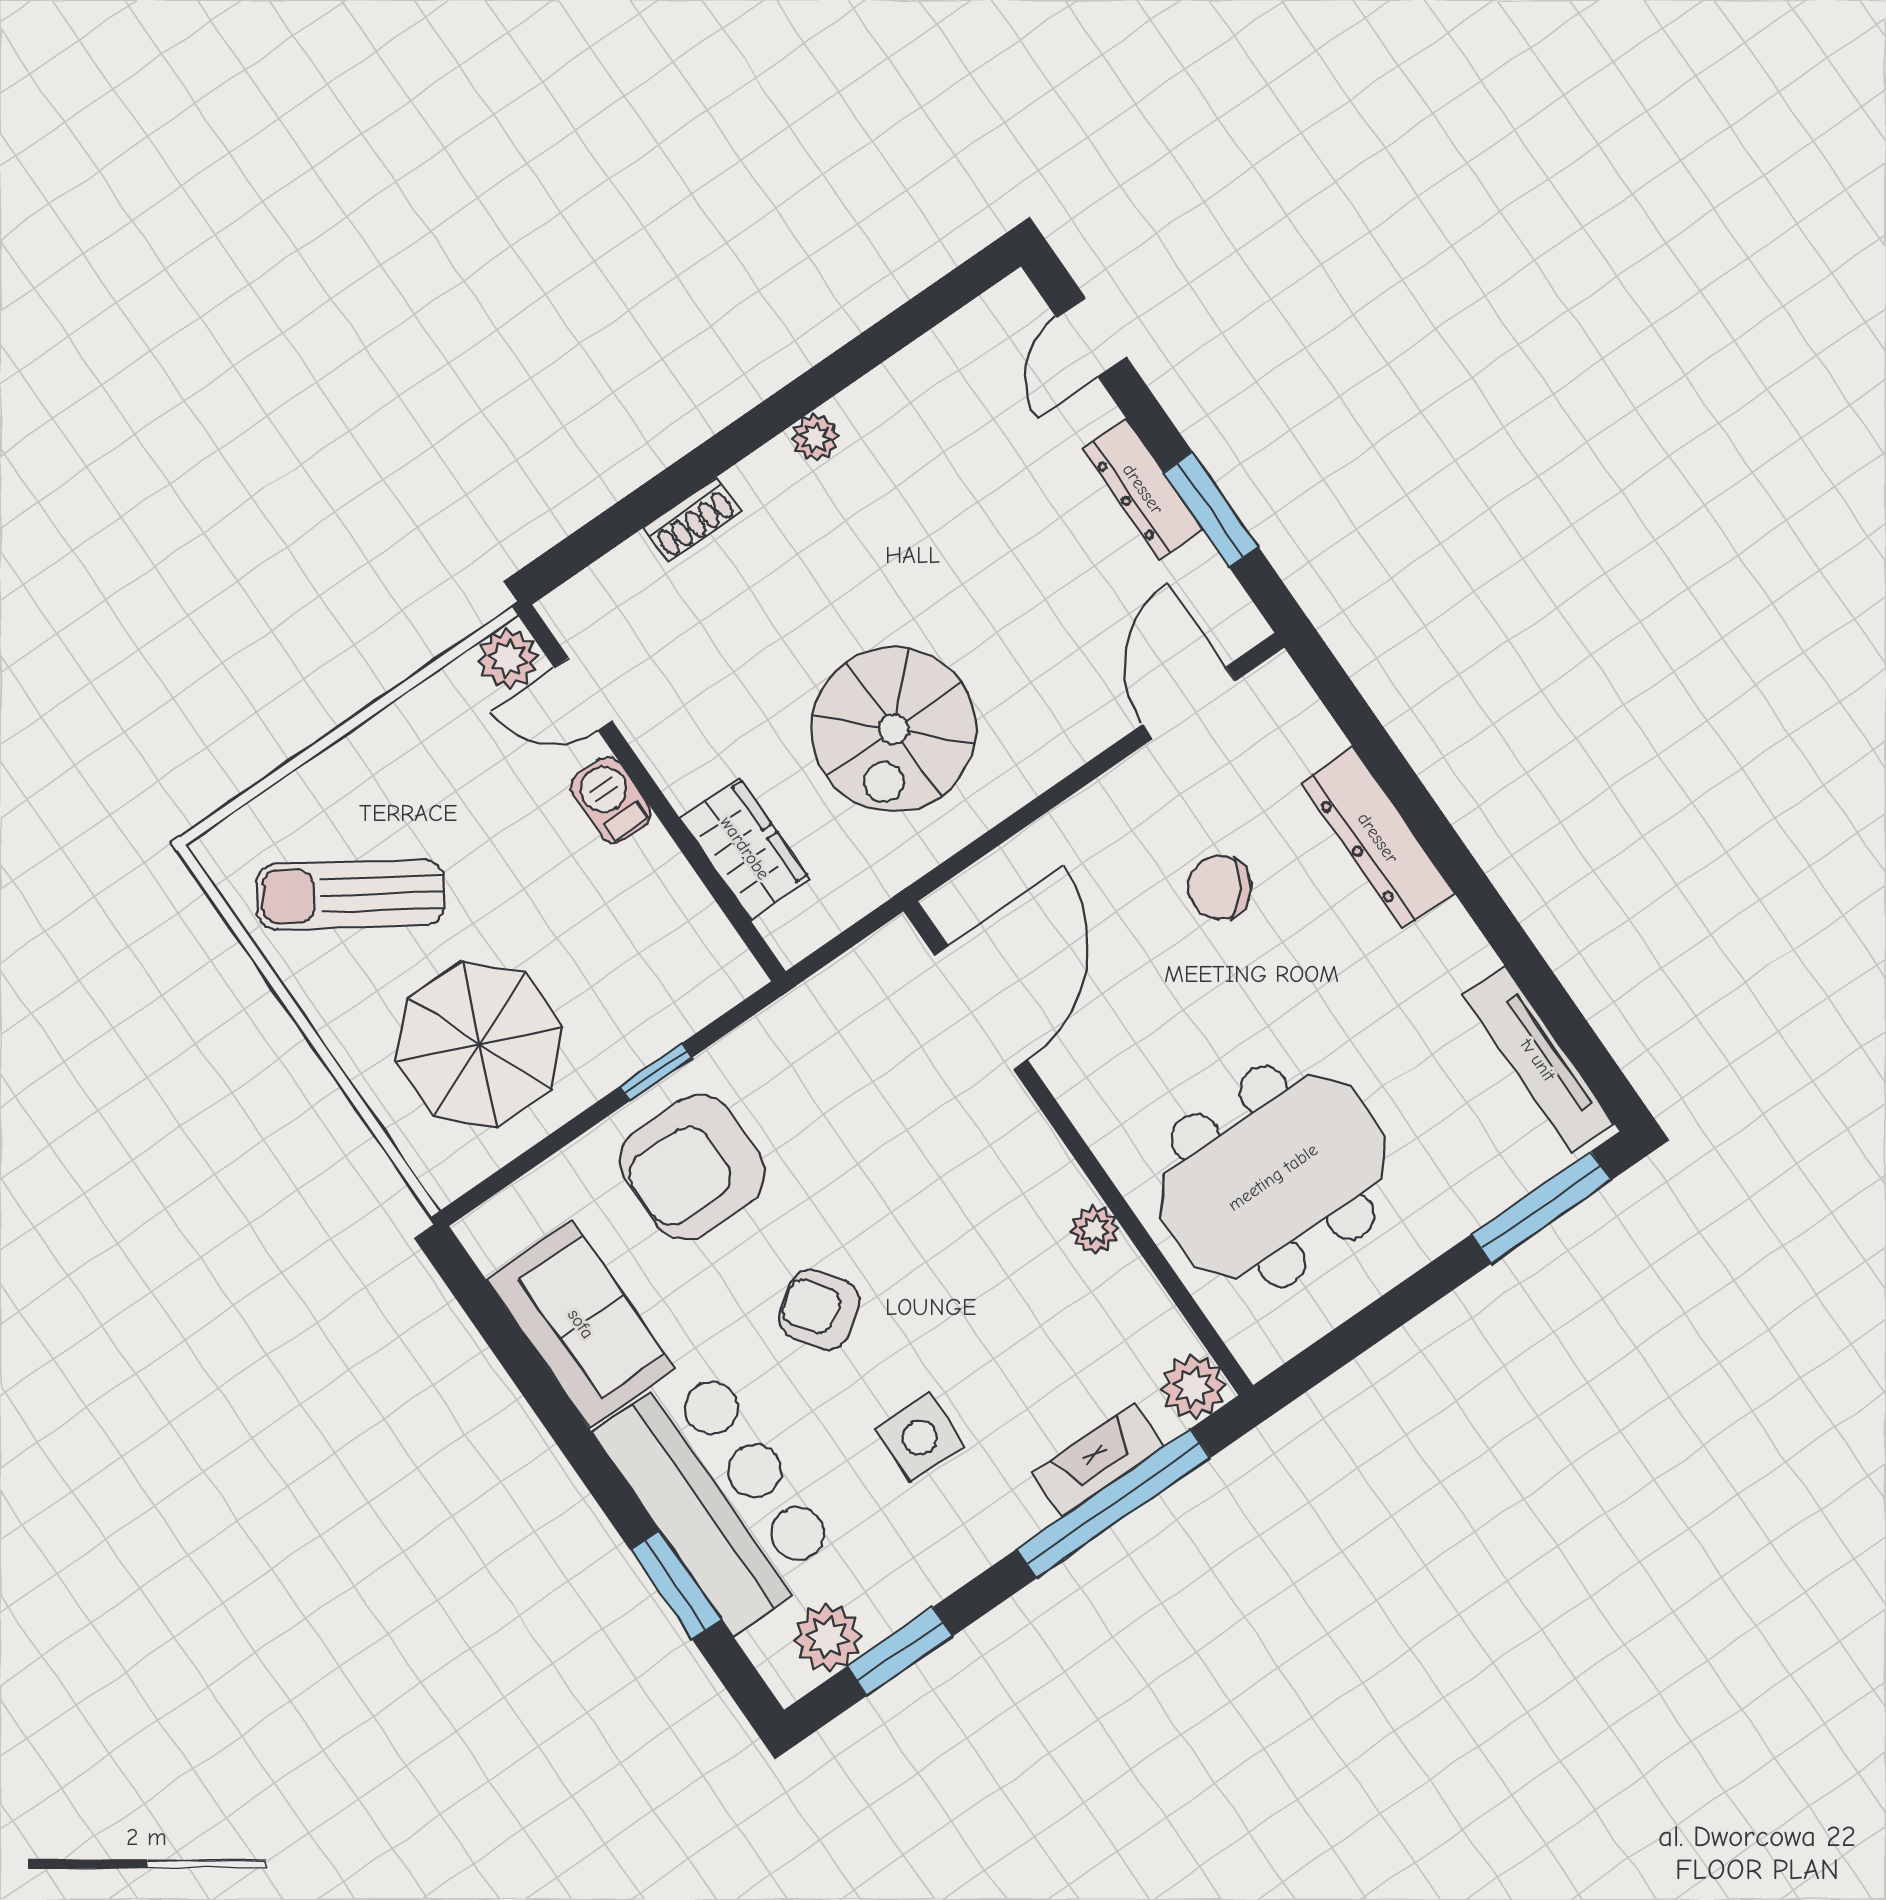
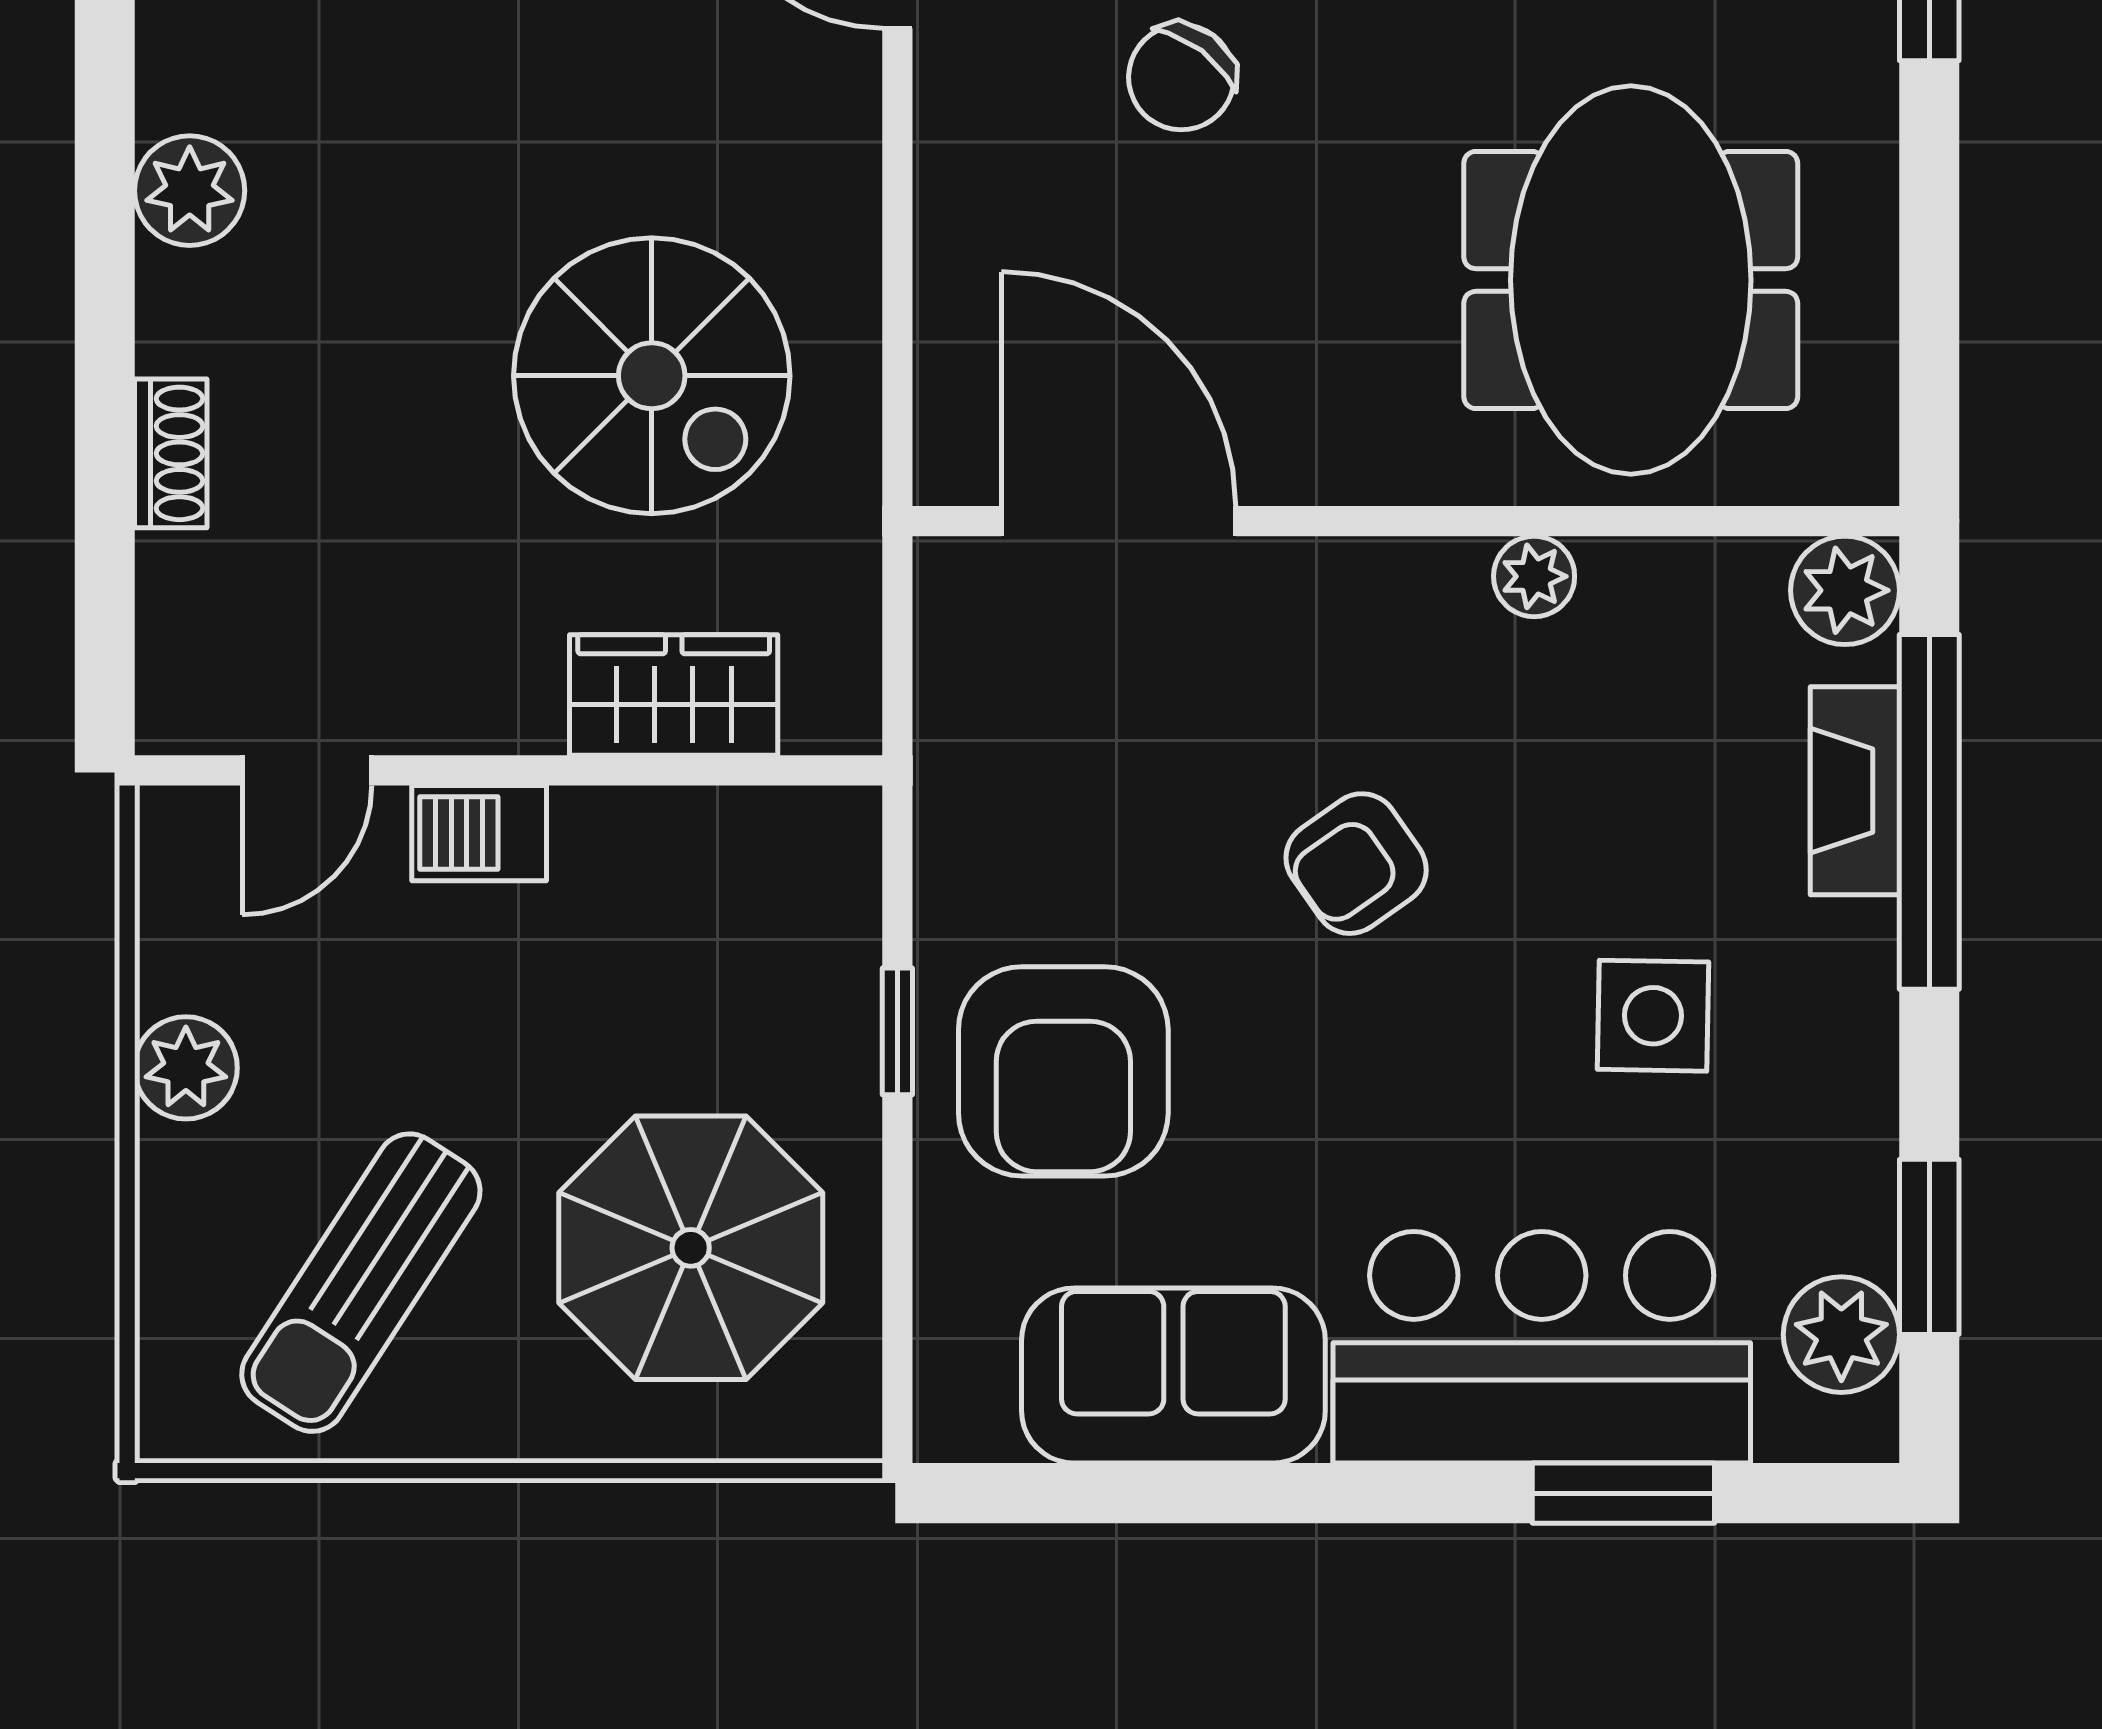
plant: (815, 438) -> (190, 191), width x1.38, depth x1.38
plant: (508, 658) -> (186, 1068), moved
armchair: (819, 1309) -> (1356, 864), moved

